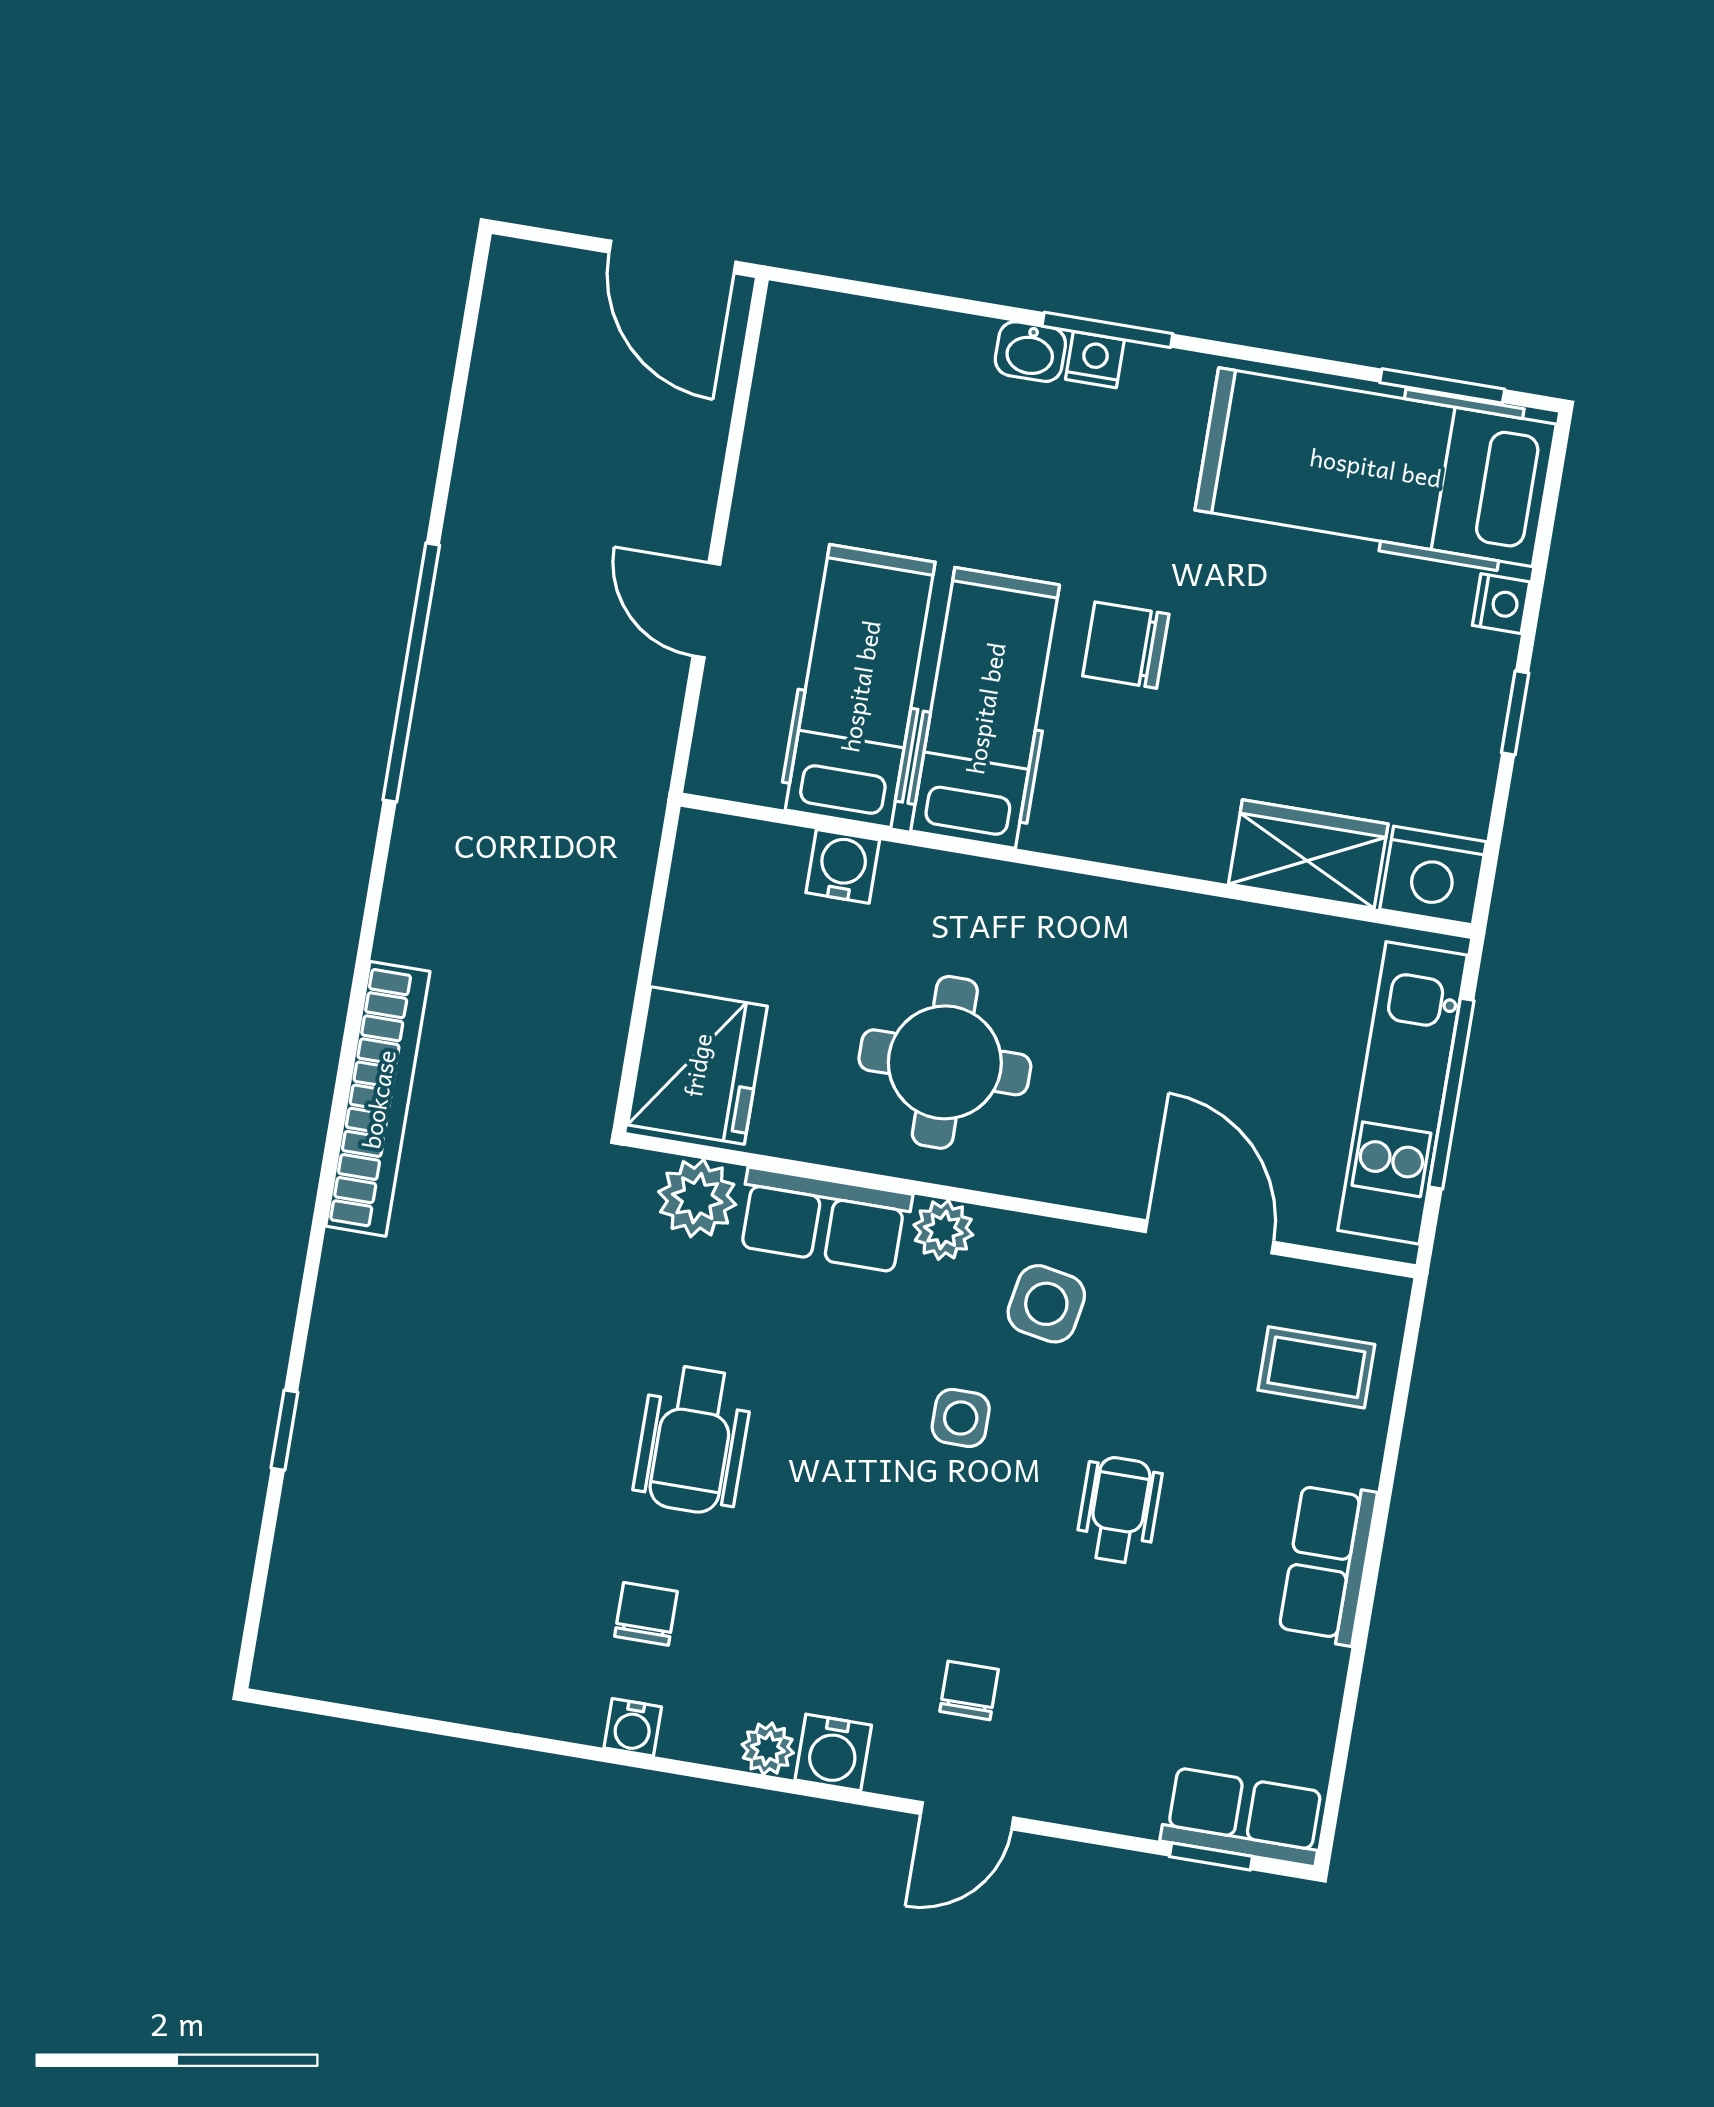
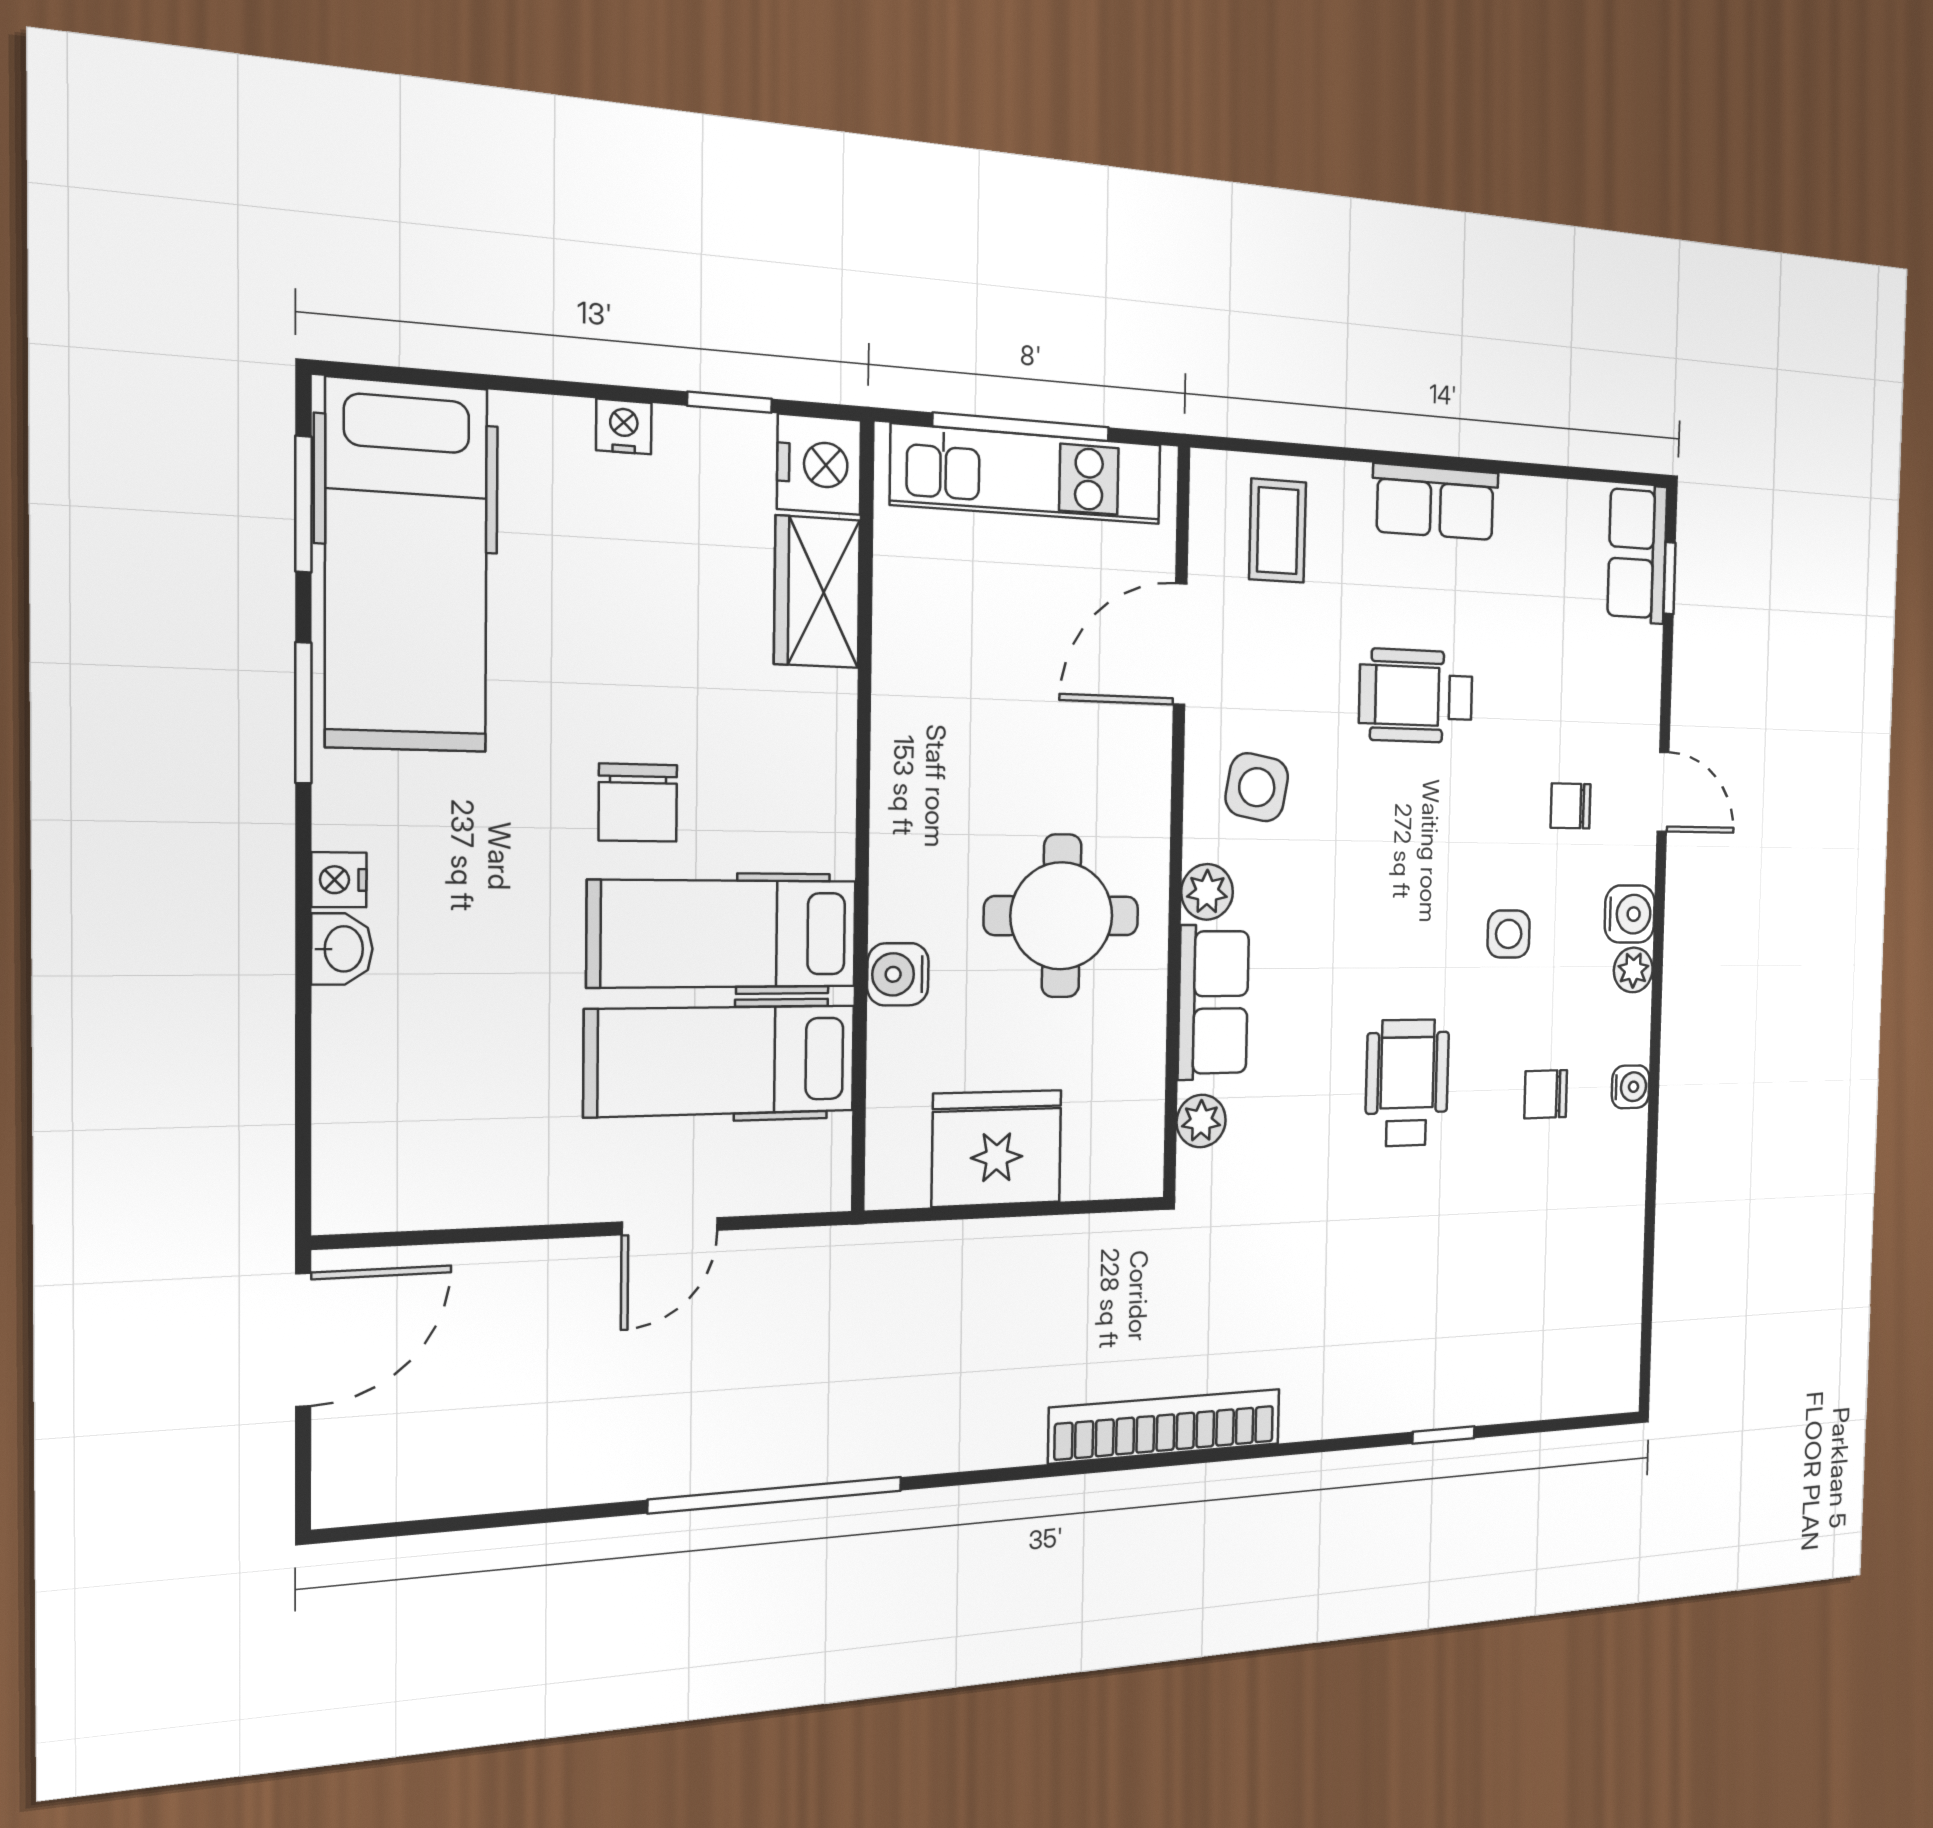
window: (1107, 330) -> (303, 713), moved
nightstand: (1501, 604) -> (624, 427), moved
window: (1515, 713) -> (730, 402), moved
water cooler: (843, 866) -> (898, 974), moved
fridge: (697, 1065) -> (997, 1148), moved
plant: (697, 1198) -> (1201, 1121), width x0.73, depth x0.73
side table: (961, 1418) -> (1509, 934), moved
wheelchair: (693, 1440) -> (1407, 1083), turned -90
wheelchair: (1119, 1510) -> (1416, 696), width x1.36, depth x1.37

